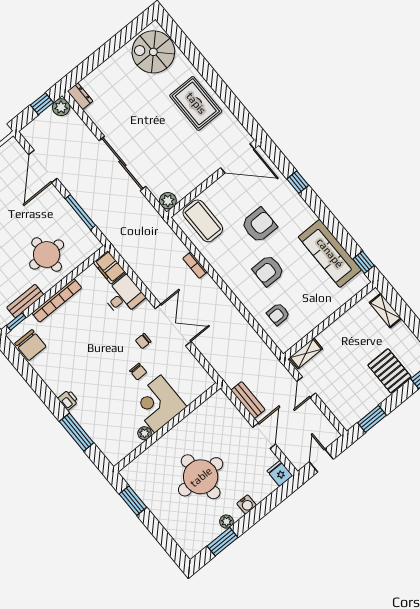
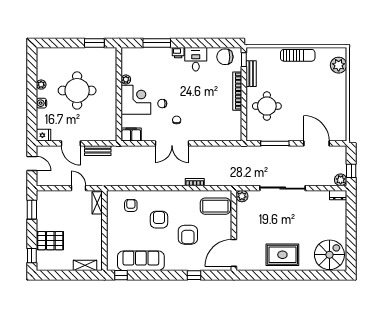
filing cabinet: (110, 267) -> (131, 135), moved
desk: (124, 296) -> (196, 59), moved, turned 180
window: (223, 542) -> (32, 73), removed

